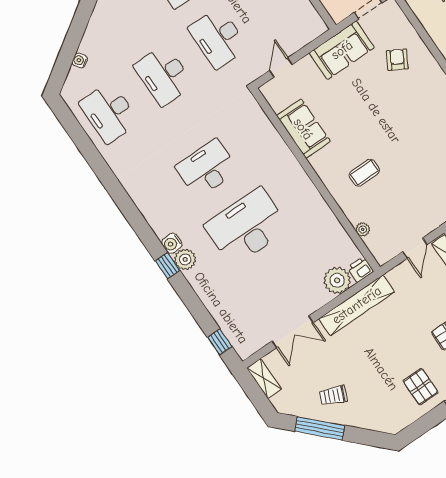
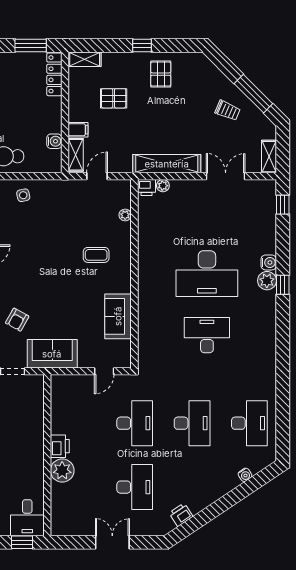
desk: (207, 169) -> (207, 335), turned 180
water cooler: (172, 243) -> (269, 262), moved
plant: (337, 280) -> (163, 186), width x0.53, depth x0.53

